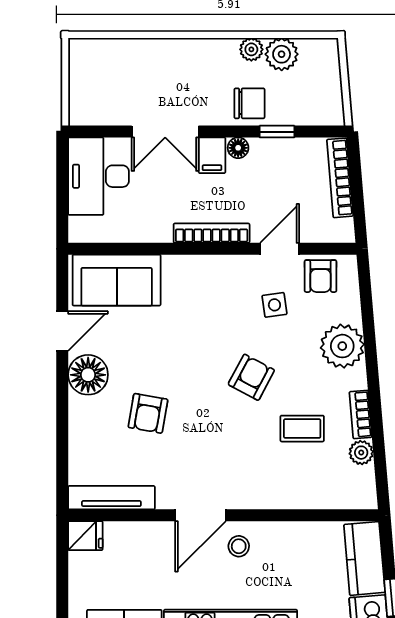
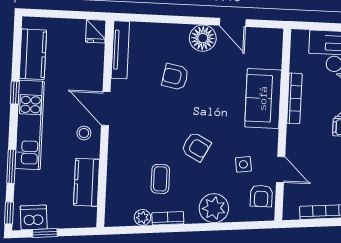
bookcase: (212, 233) -> (294, 98), moved
armchair: (320, 276) -> (261, 196), turned -90
sofa: (117, 280) -> (263, 98), moved
kitchen counter: (364, 558) -> (87, 182), moved, turned -85

